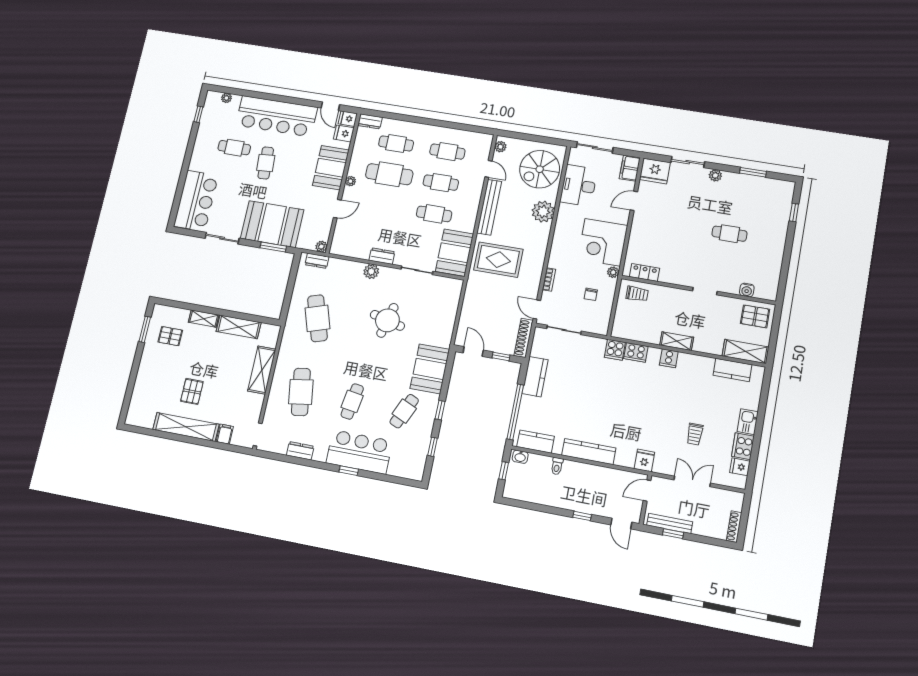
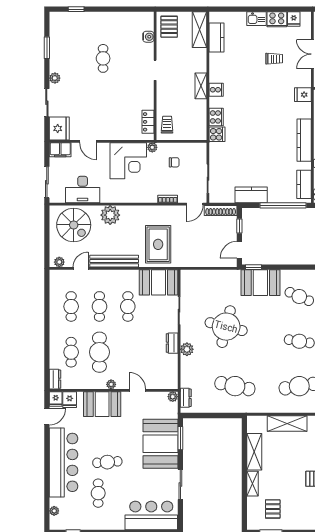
cafe table: (317, 318) -> (235, 386), turned 30
round table: (387, 320) -> (226, 327), width x1.36, depth x1.36
window: (440, 410) -> (254, 267), moved

